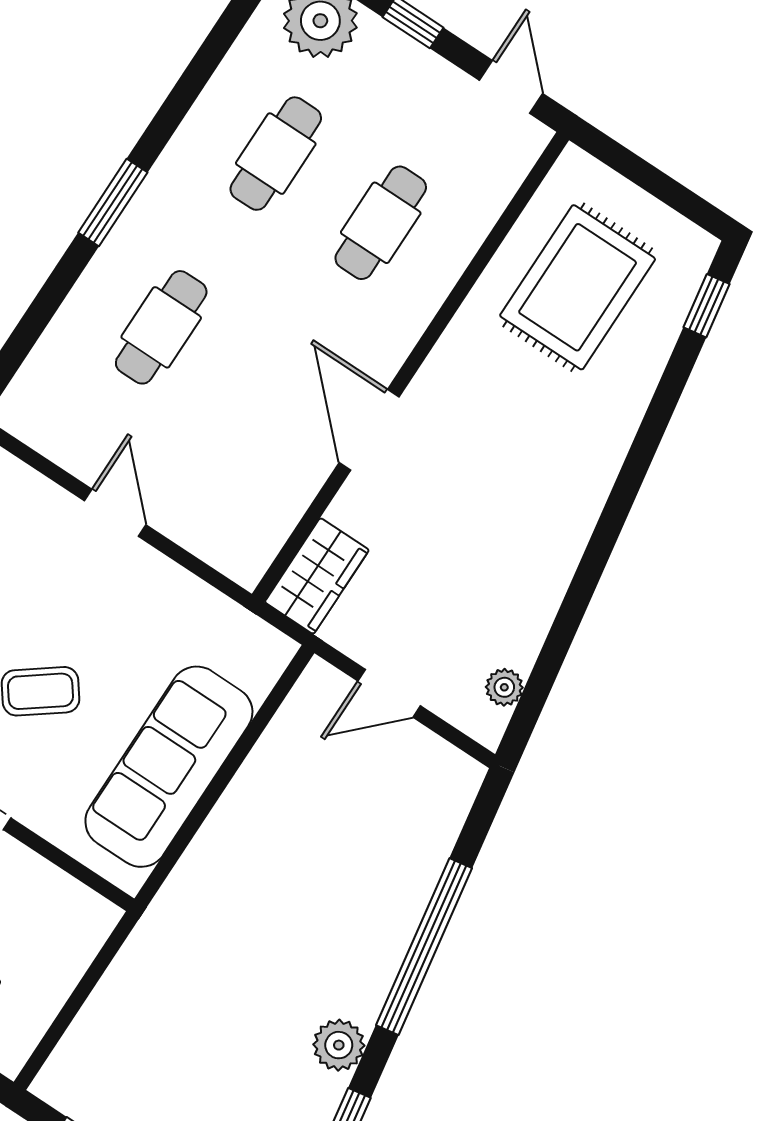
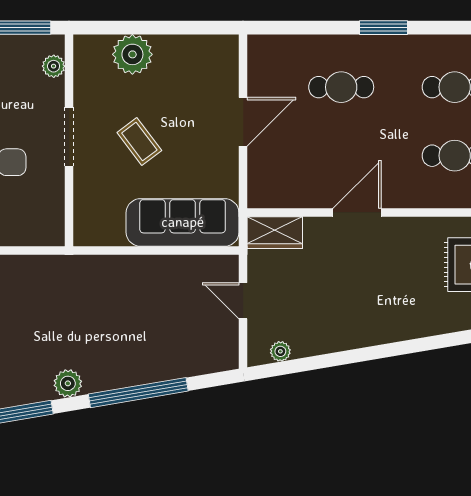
door: (115, 513) -> (243, 122), width x1.38
sofa: (169, 767) -> (183, 222), moved

